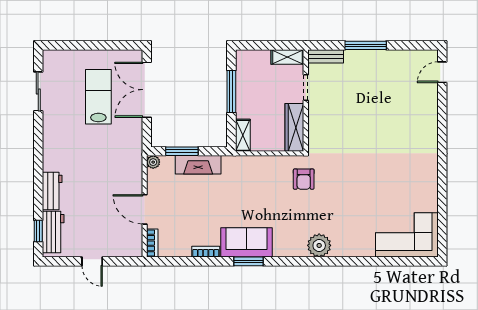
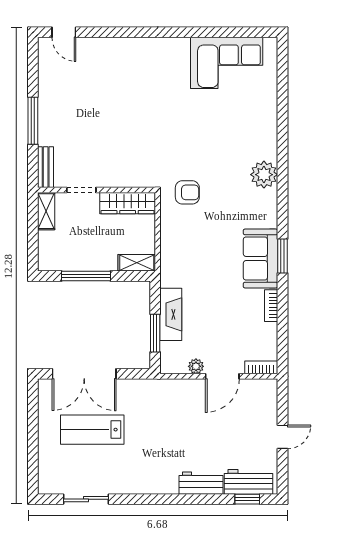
plant: (153, 162) -> (196, 366), moved
corner sofa: (407, 235) -> (227, 63), moved, turned -90

